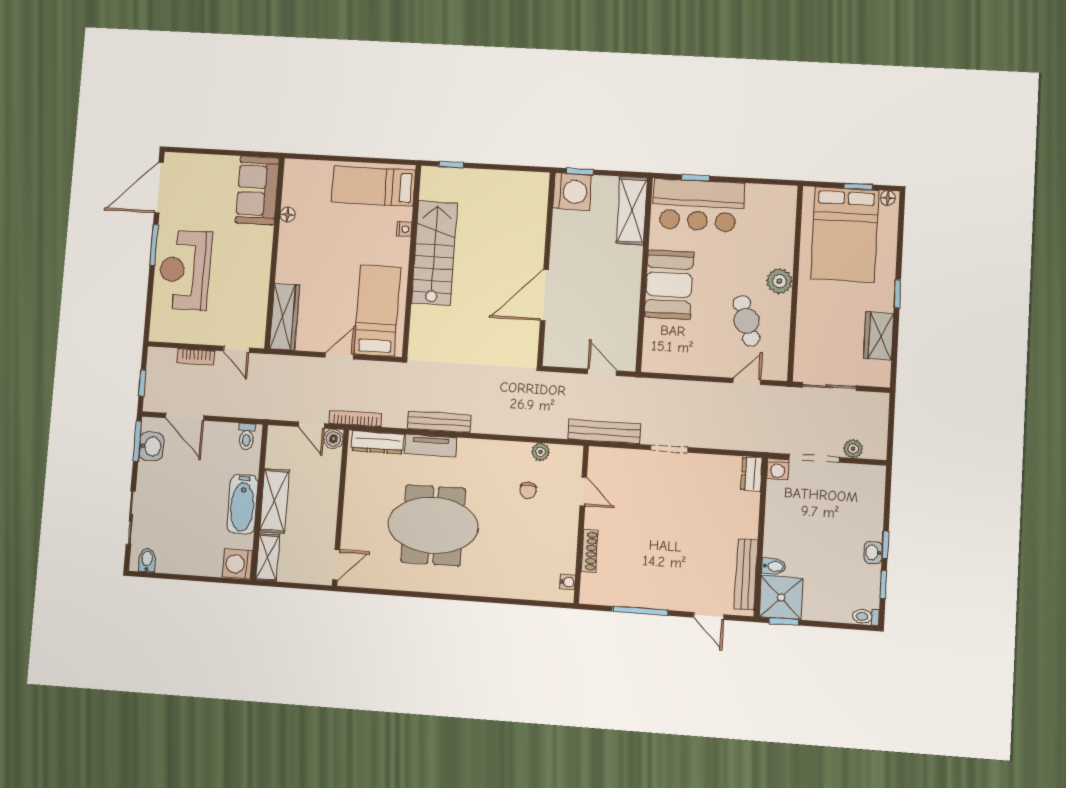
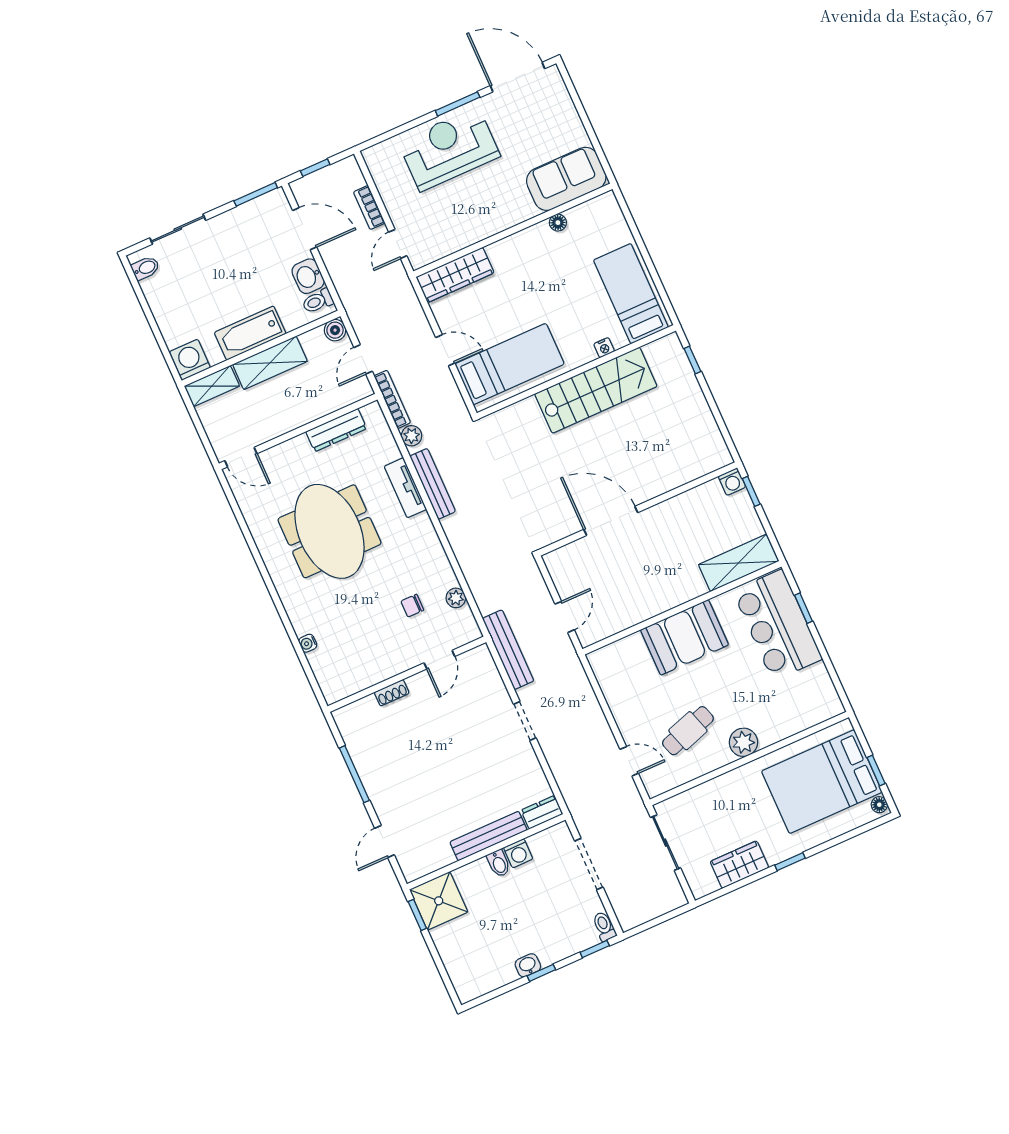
washing machine: (572, 192) -> (732, 482), width x0.53, depth x0.53
door: (185, 417) -> (305, 229), swing flipped
boiler: (333, 439) -> (335, 330), moved
dresser: (378, 442) -> (336, 430), moved, turned -90
washbasin: (151, 446) -> (308, 276), moved, turned 90
plant: (853, 449) -> (412, 436), moved
washing machine: (778, 469) -> (518, 853), moved, turned -90
shoe rack: (589, 551) -> (392, 693), width x0.70
bidet: (774, 566) -> (499, 863), moved
bench: (746, 574) -> (488, 836), moved
water cooler: (568, 582) -> (308, 643), moved, turned 90
window: (883, 584) -> (595, 949), moved
toilet: (866, 617) -> (604, 926), moved

